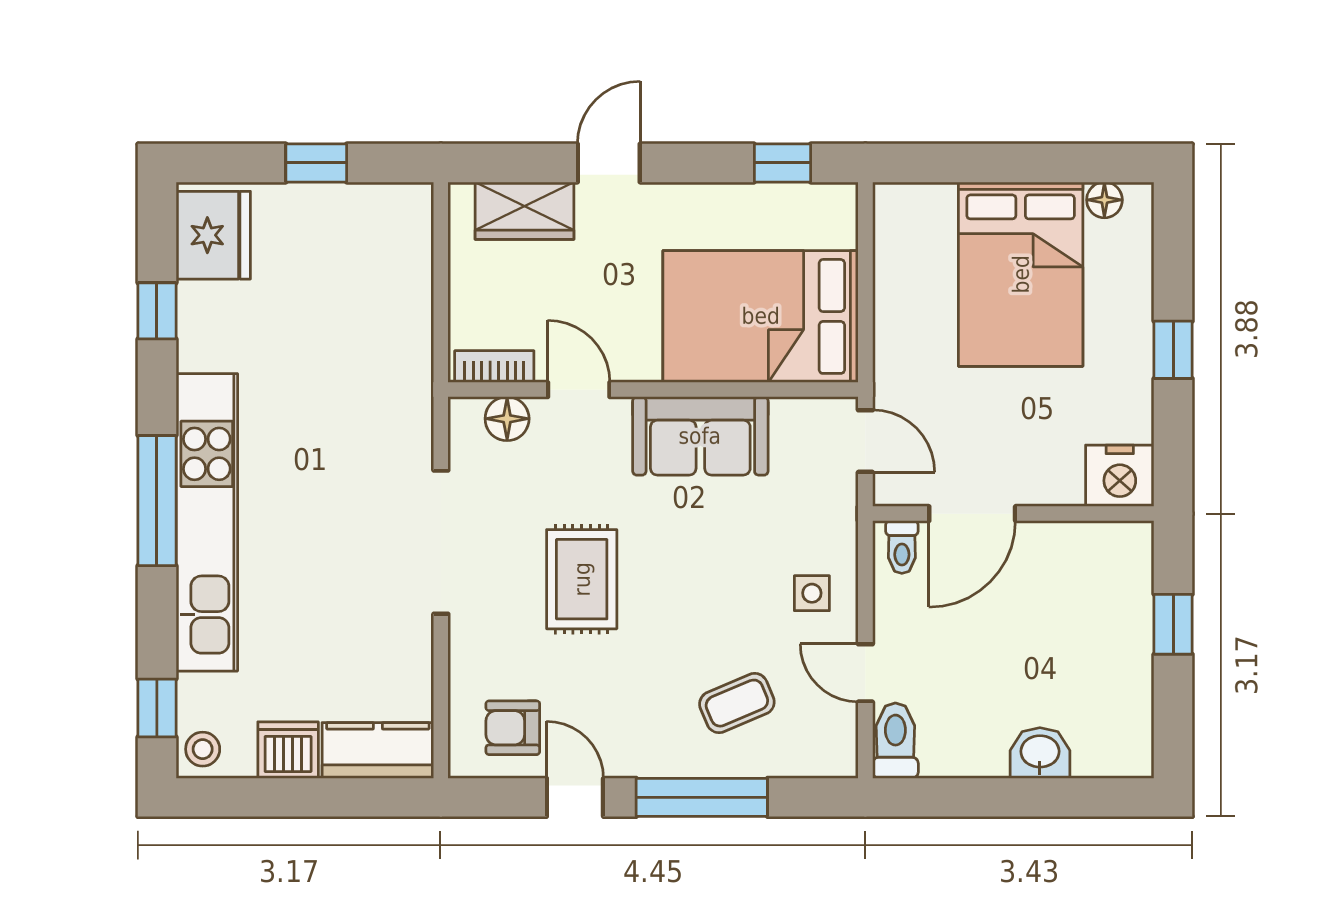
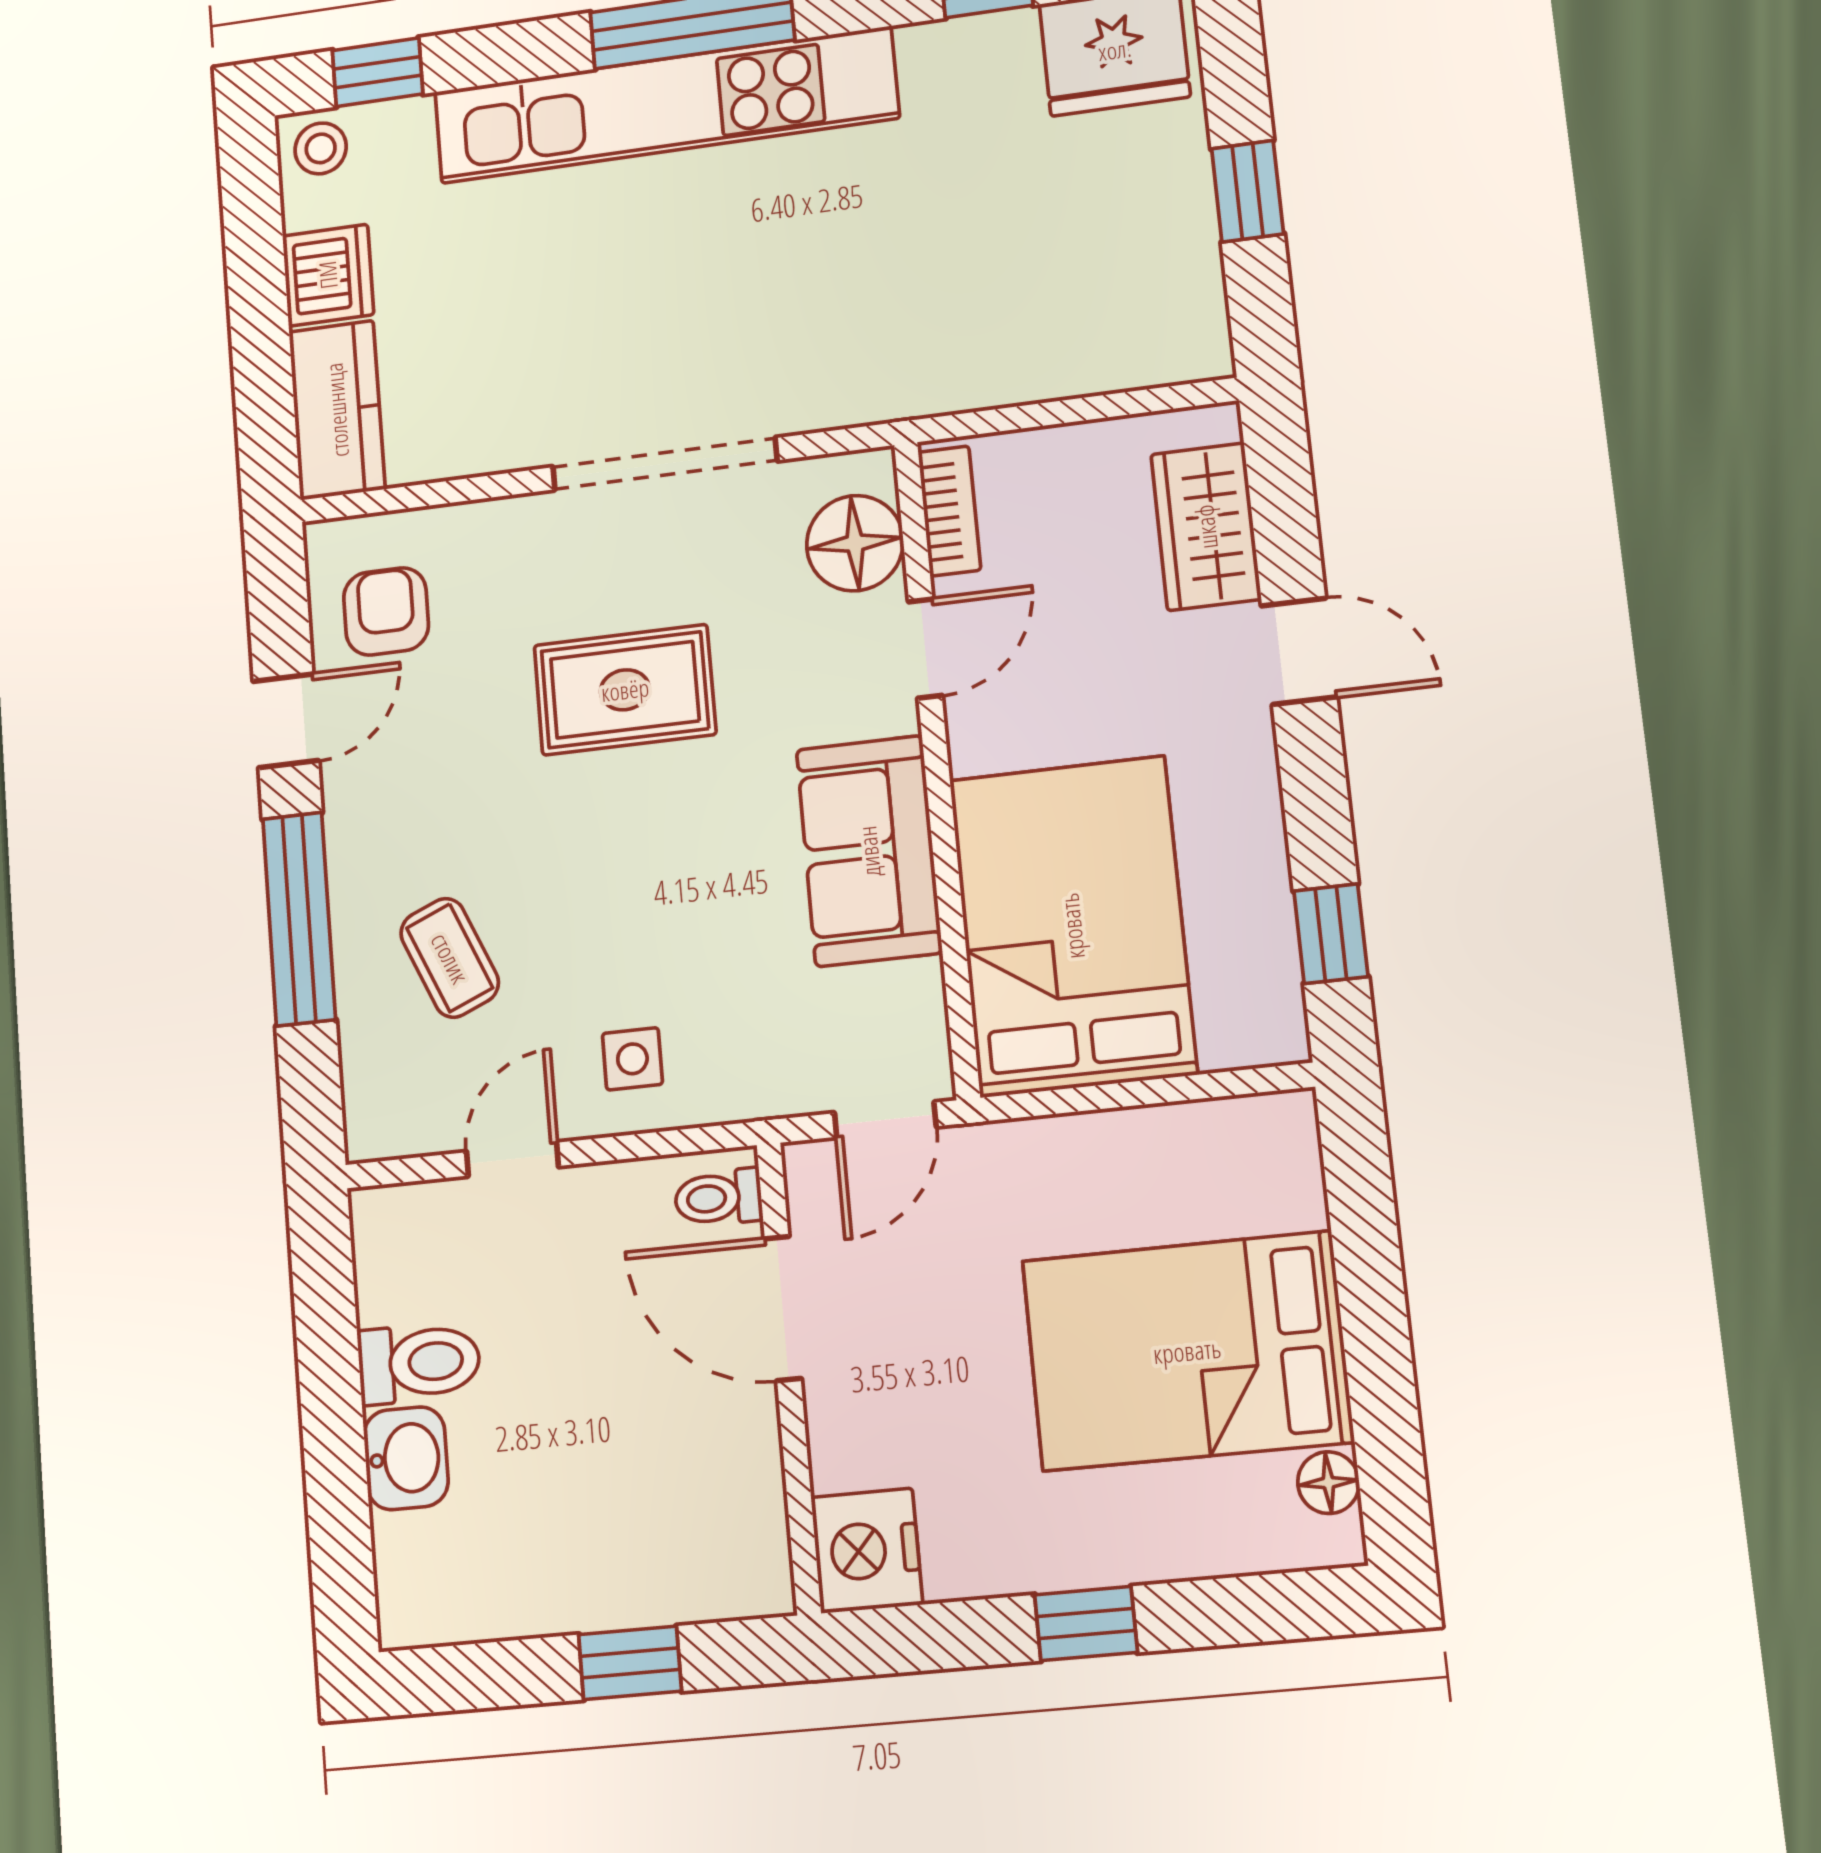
floor lamp: (507, 419) -> (855, 543), width x1.38, depth x1.38
toilet: (895, 741) -> (419, 1363), moved

